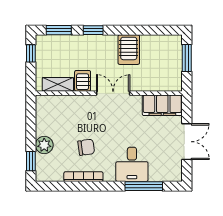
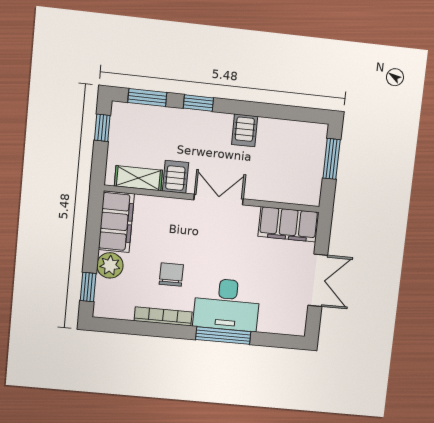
server rack: (129, 50) -> (245, 130), width x0.73, depth x0.70
filing cabinet: (46, 115) -> (116, 222), added
chair: (86, 147) -> (171, 274), turned -82
desk: (132, 164) -> (227, 305), width x1.37
window: (144, 186) -> (223, 336), moved

